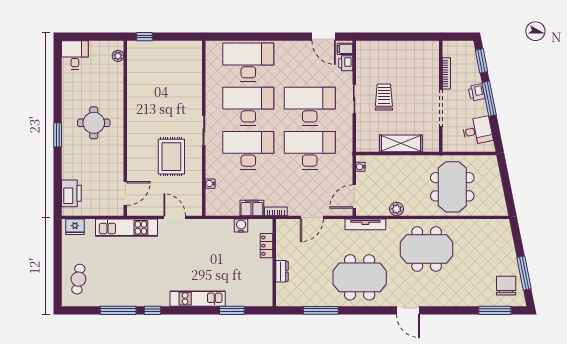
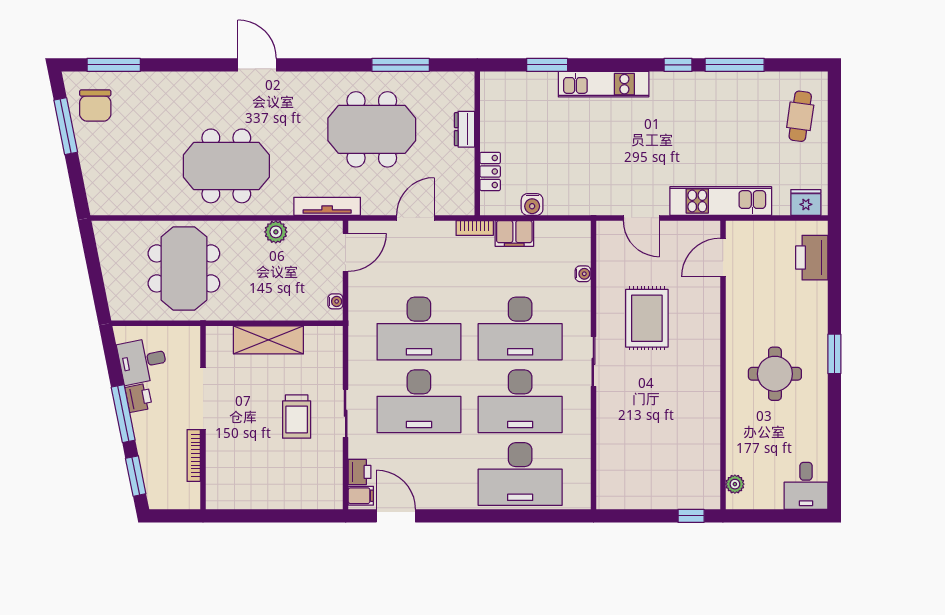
printer: (477, 92) -> (139, 398), moved
meeting table: (360, 277) -> (372, 129), moved

